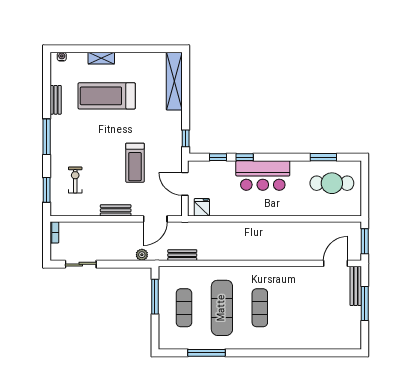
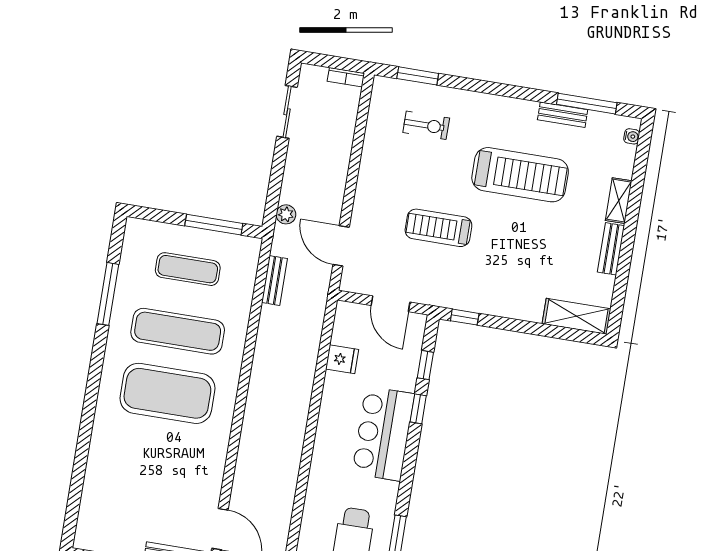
shelving: (174, 81) -> (576, 316), width x0.68
treadmill: (107, 96) -> (520, 175), moved, turned 90
window: (47, 137) -> (587, 104), moved
door: (185, 184) -> (390, 304), swing flipped
fridge: (202, 207) -> (342, 359), moved
bench: (116, 210) -> (611, 249), moved
exercise mat: (260, 308) -> (167, 393), width x2.00, depth x1.45

